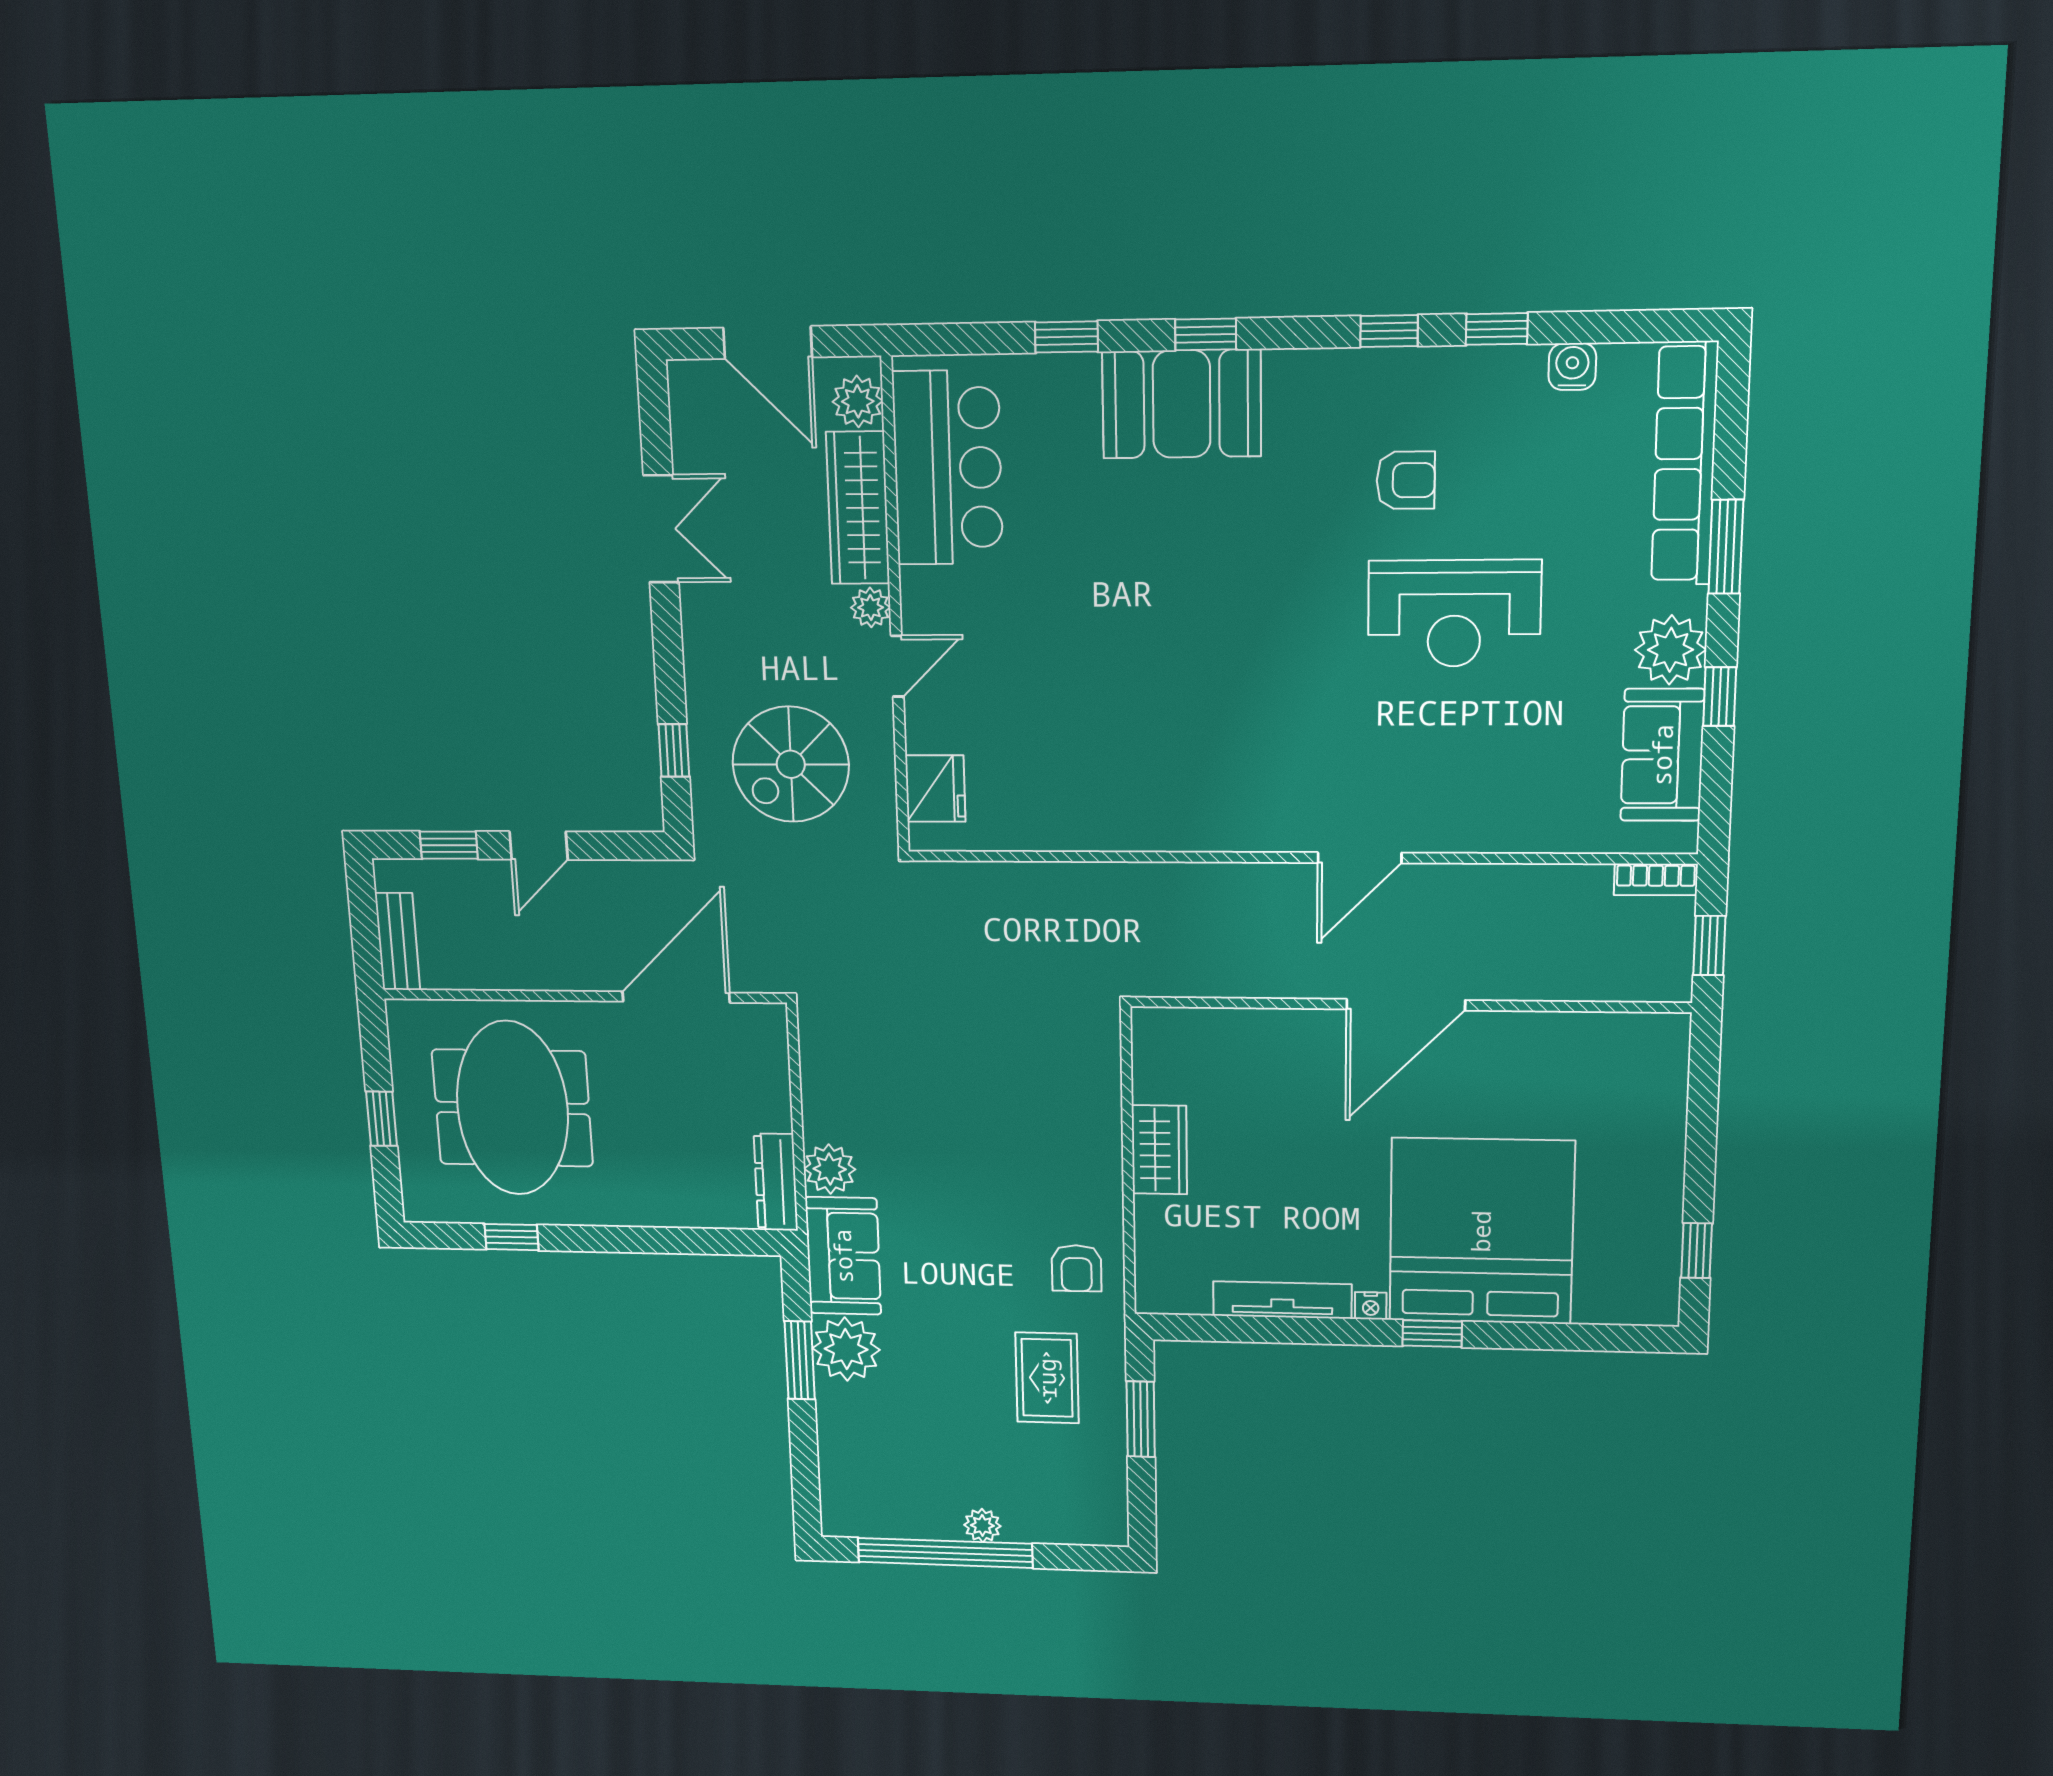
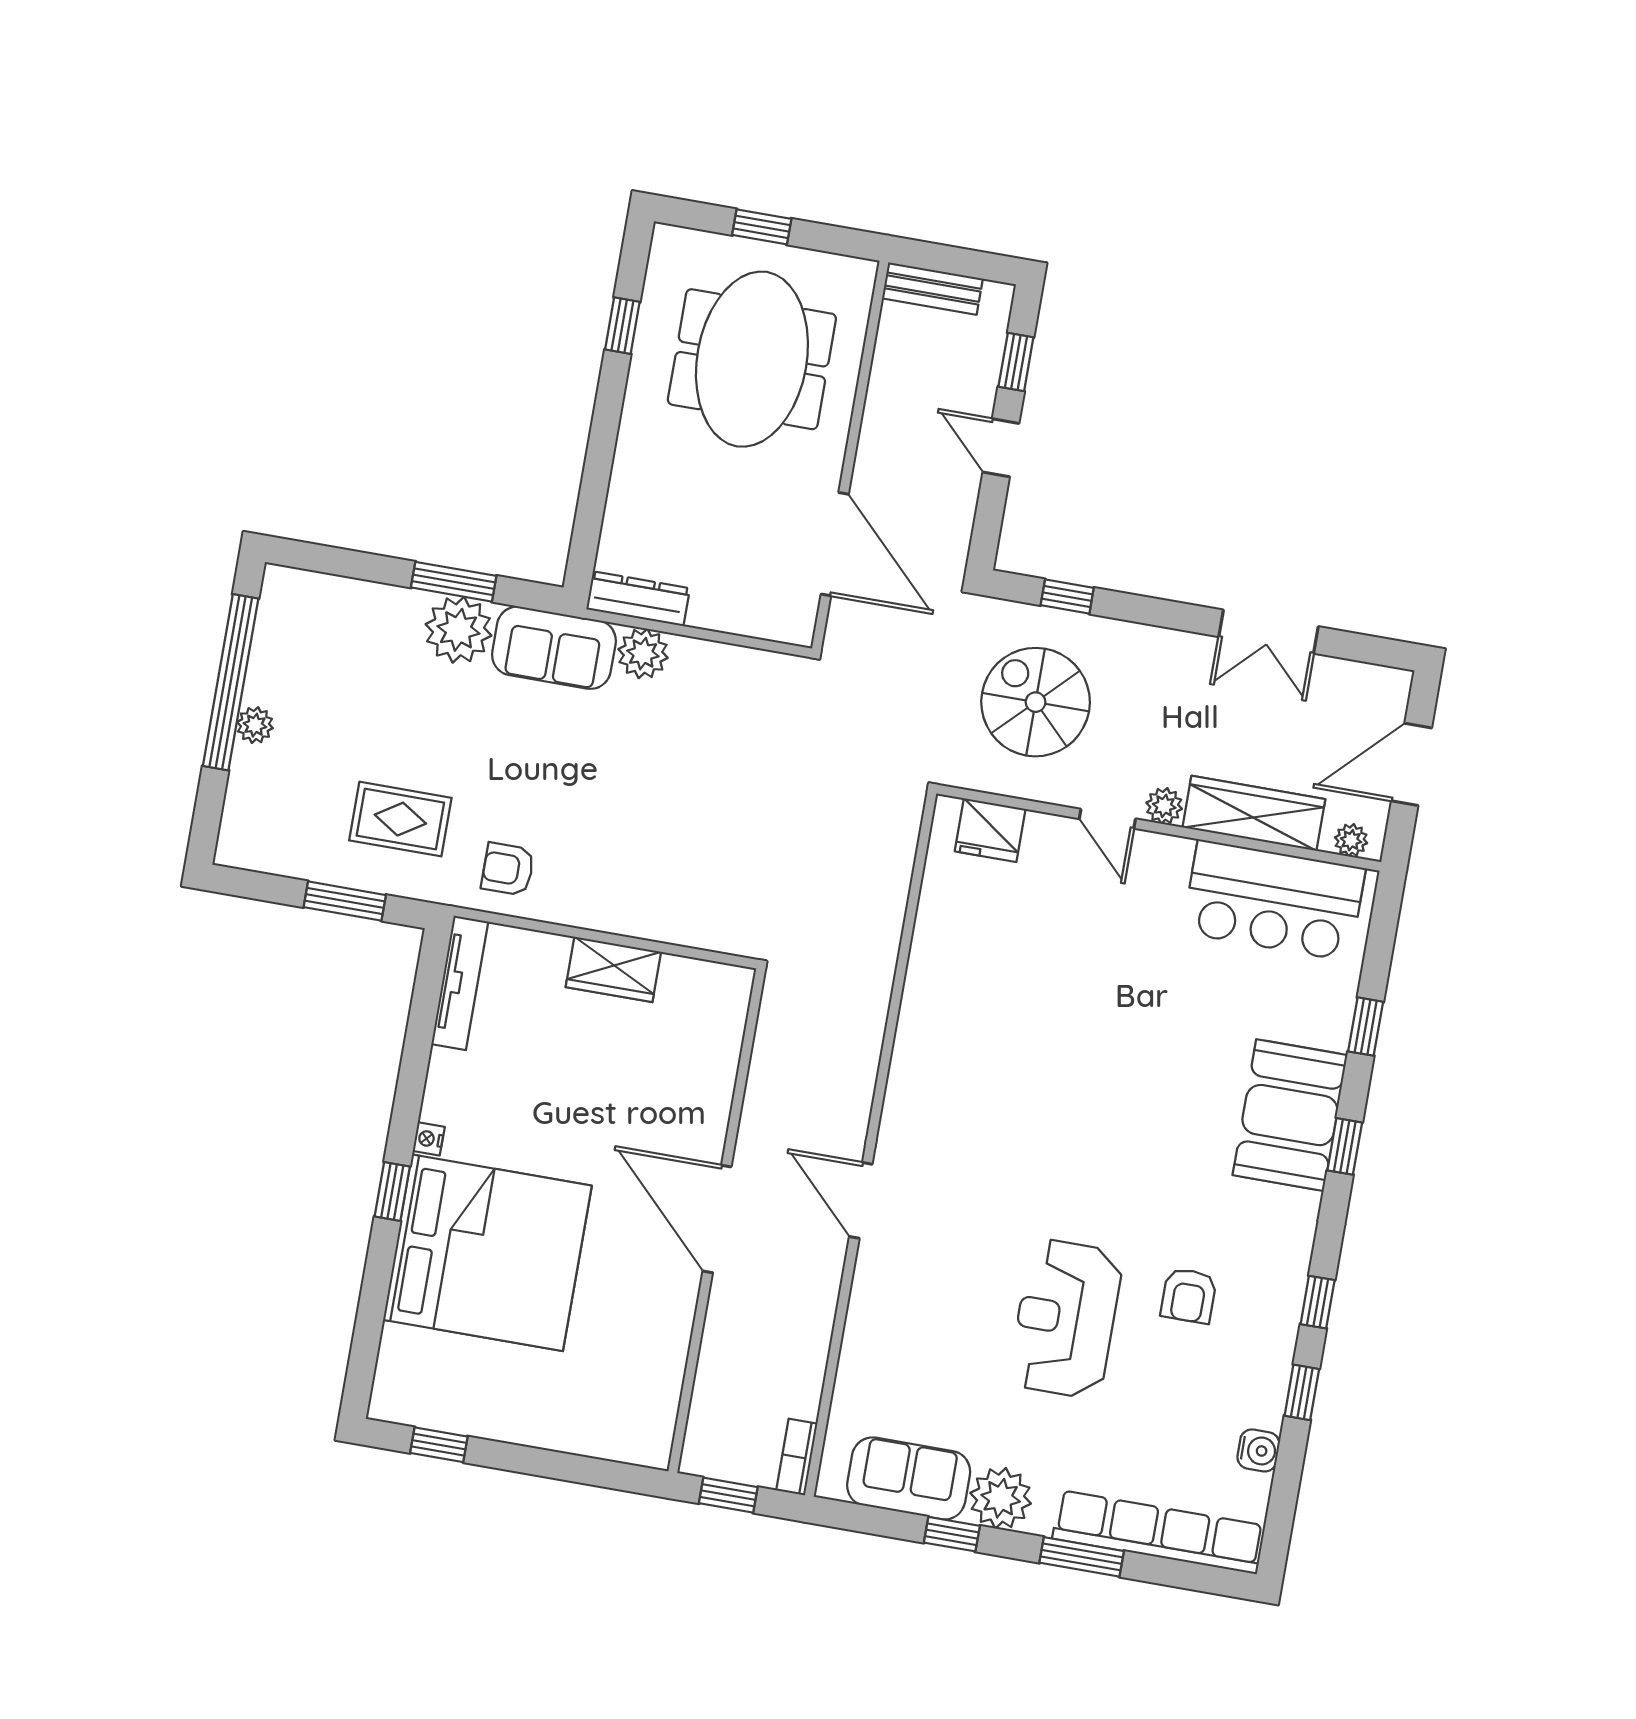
plant: (858, 401) -> (1351, 840), width x0.73, depth x0.73
meeting table: (512, 1108) -> (752, 359), turned 90
tv unit: (1282, 1300) -> (460, 983), moved

